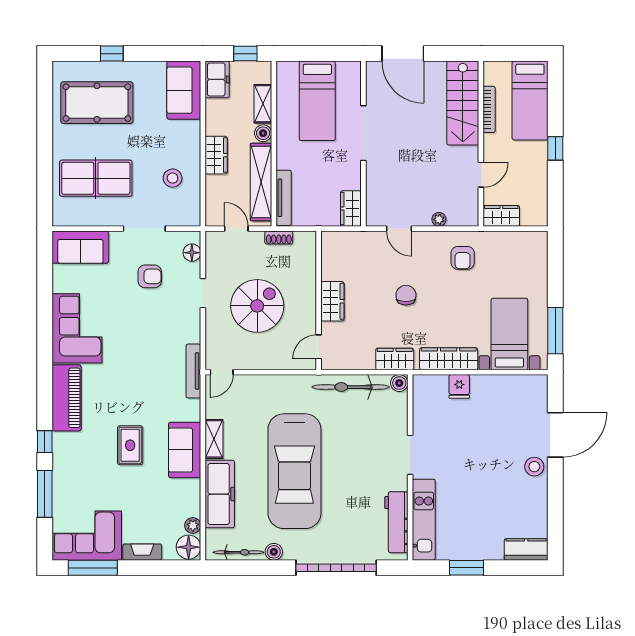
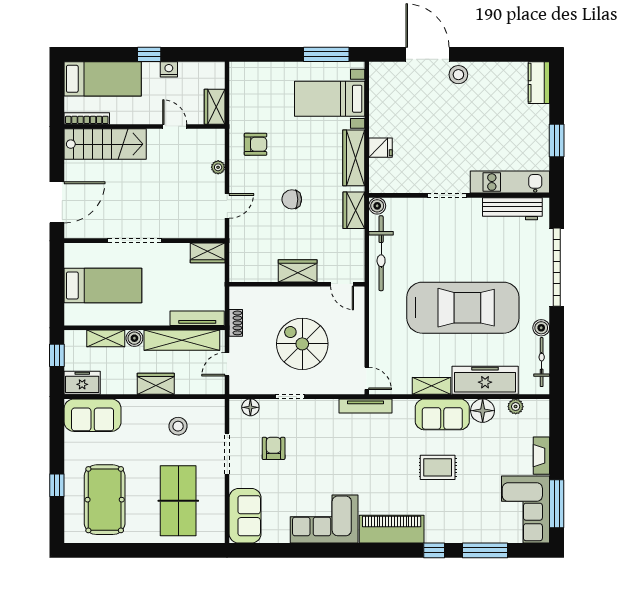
bookcase: (489, 109) -> (87, 118), moved
nightstand: (540, 169) -> (169, 69), added
floor lamp: (189, 547) -> (483, 411), moved

